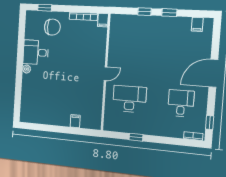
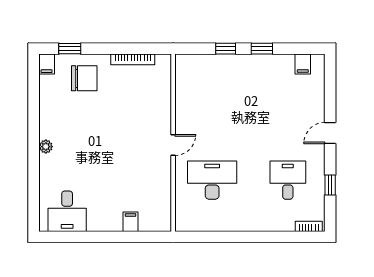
filing cabinet: (103, 20) -> (47, 64), moved
desk: (36, 52) -> (67, 211), moved, turned -90
door: (213, 73) -> (330, 133), width x0.53
window: (210, 123) -> (330, 185), moved
window: (136, 137) -> (226, 237), removed

